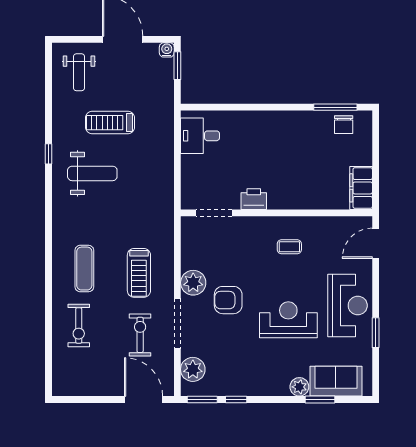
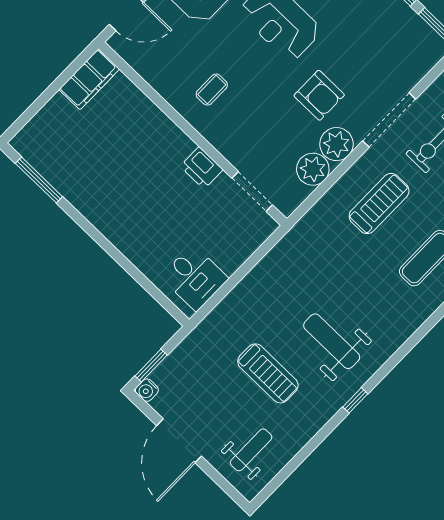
chair: (344, 125) -> (47, 156), removed
coffee table: (289, 247) -> (212, 90), turned 90
plant: (193, 369) -> (313, 169), moved

